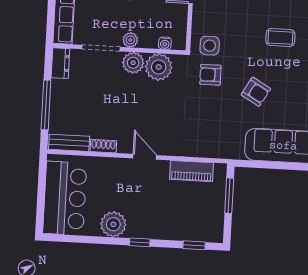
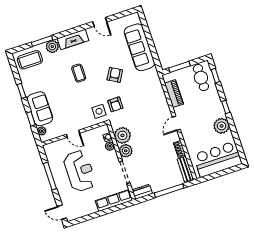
plant: (130, 40) -> (110, 146), moved
cafe table: (200, 222) -> (201, 78), added

